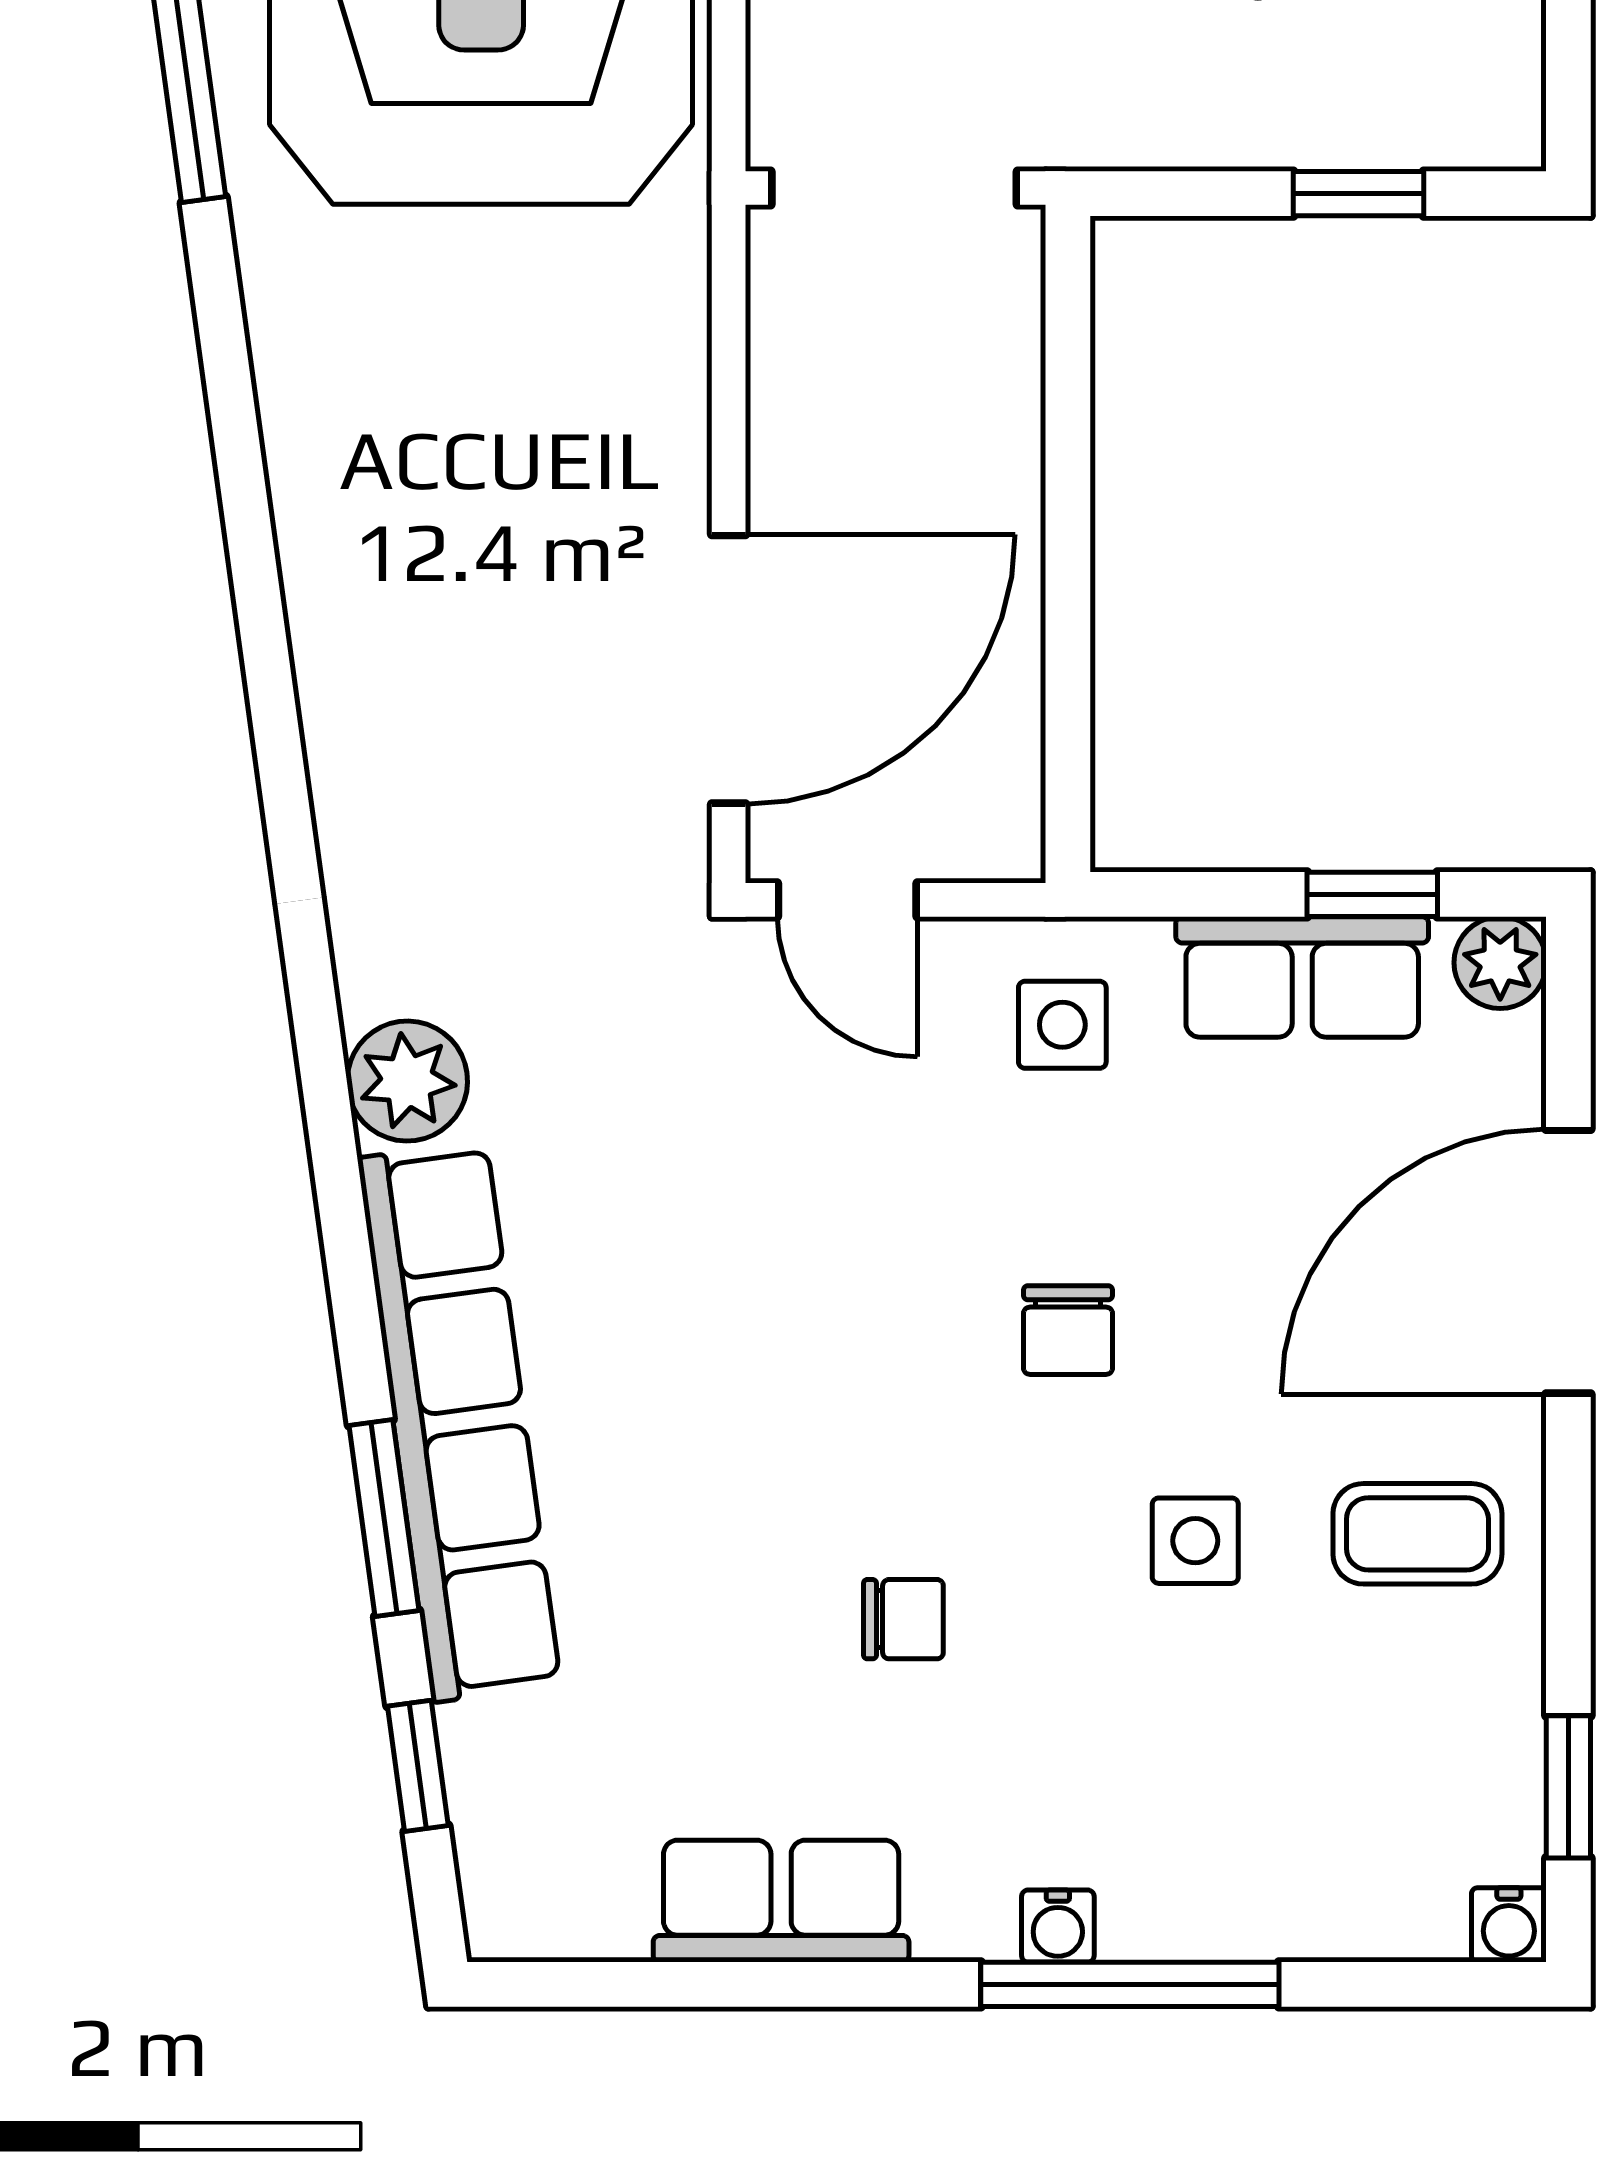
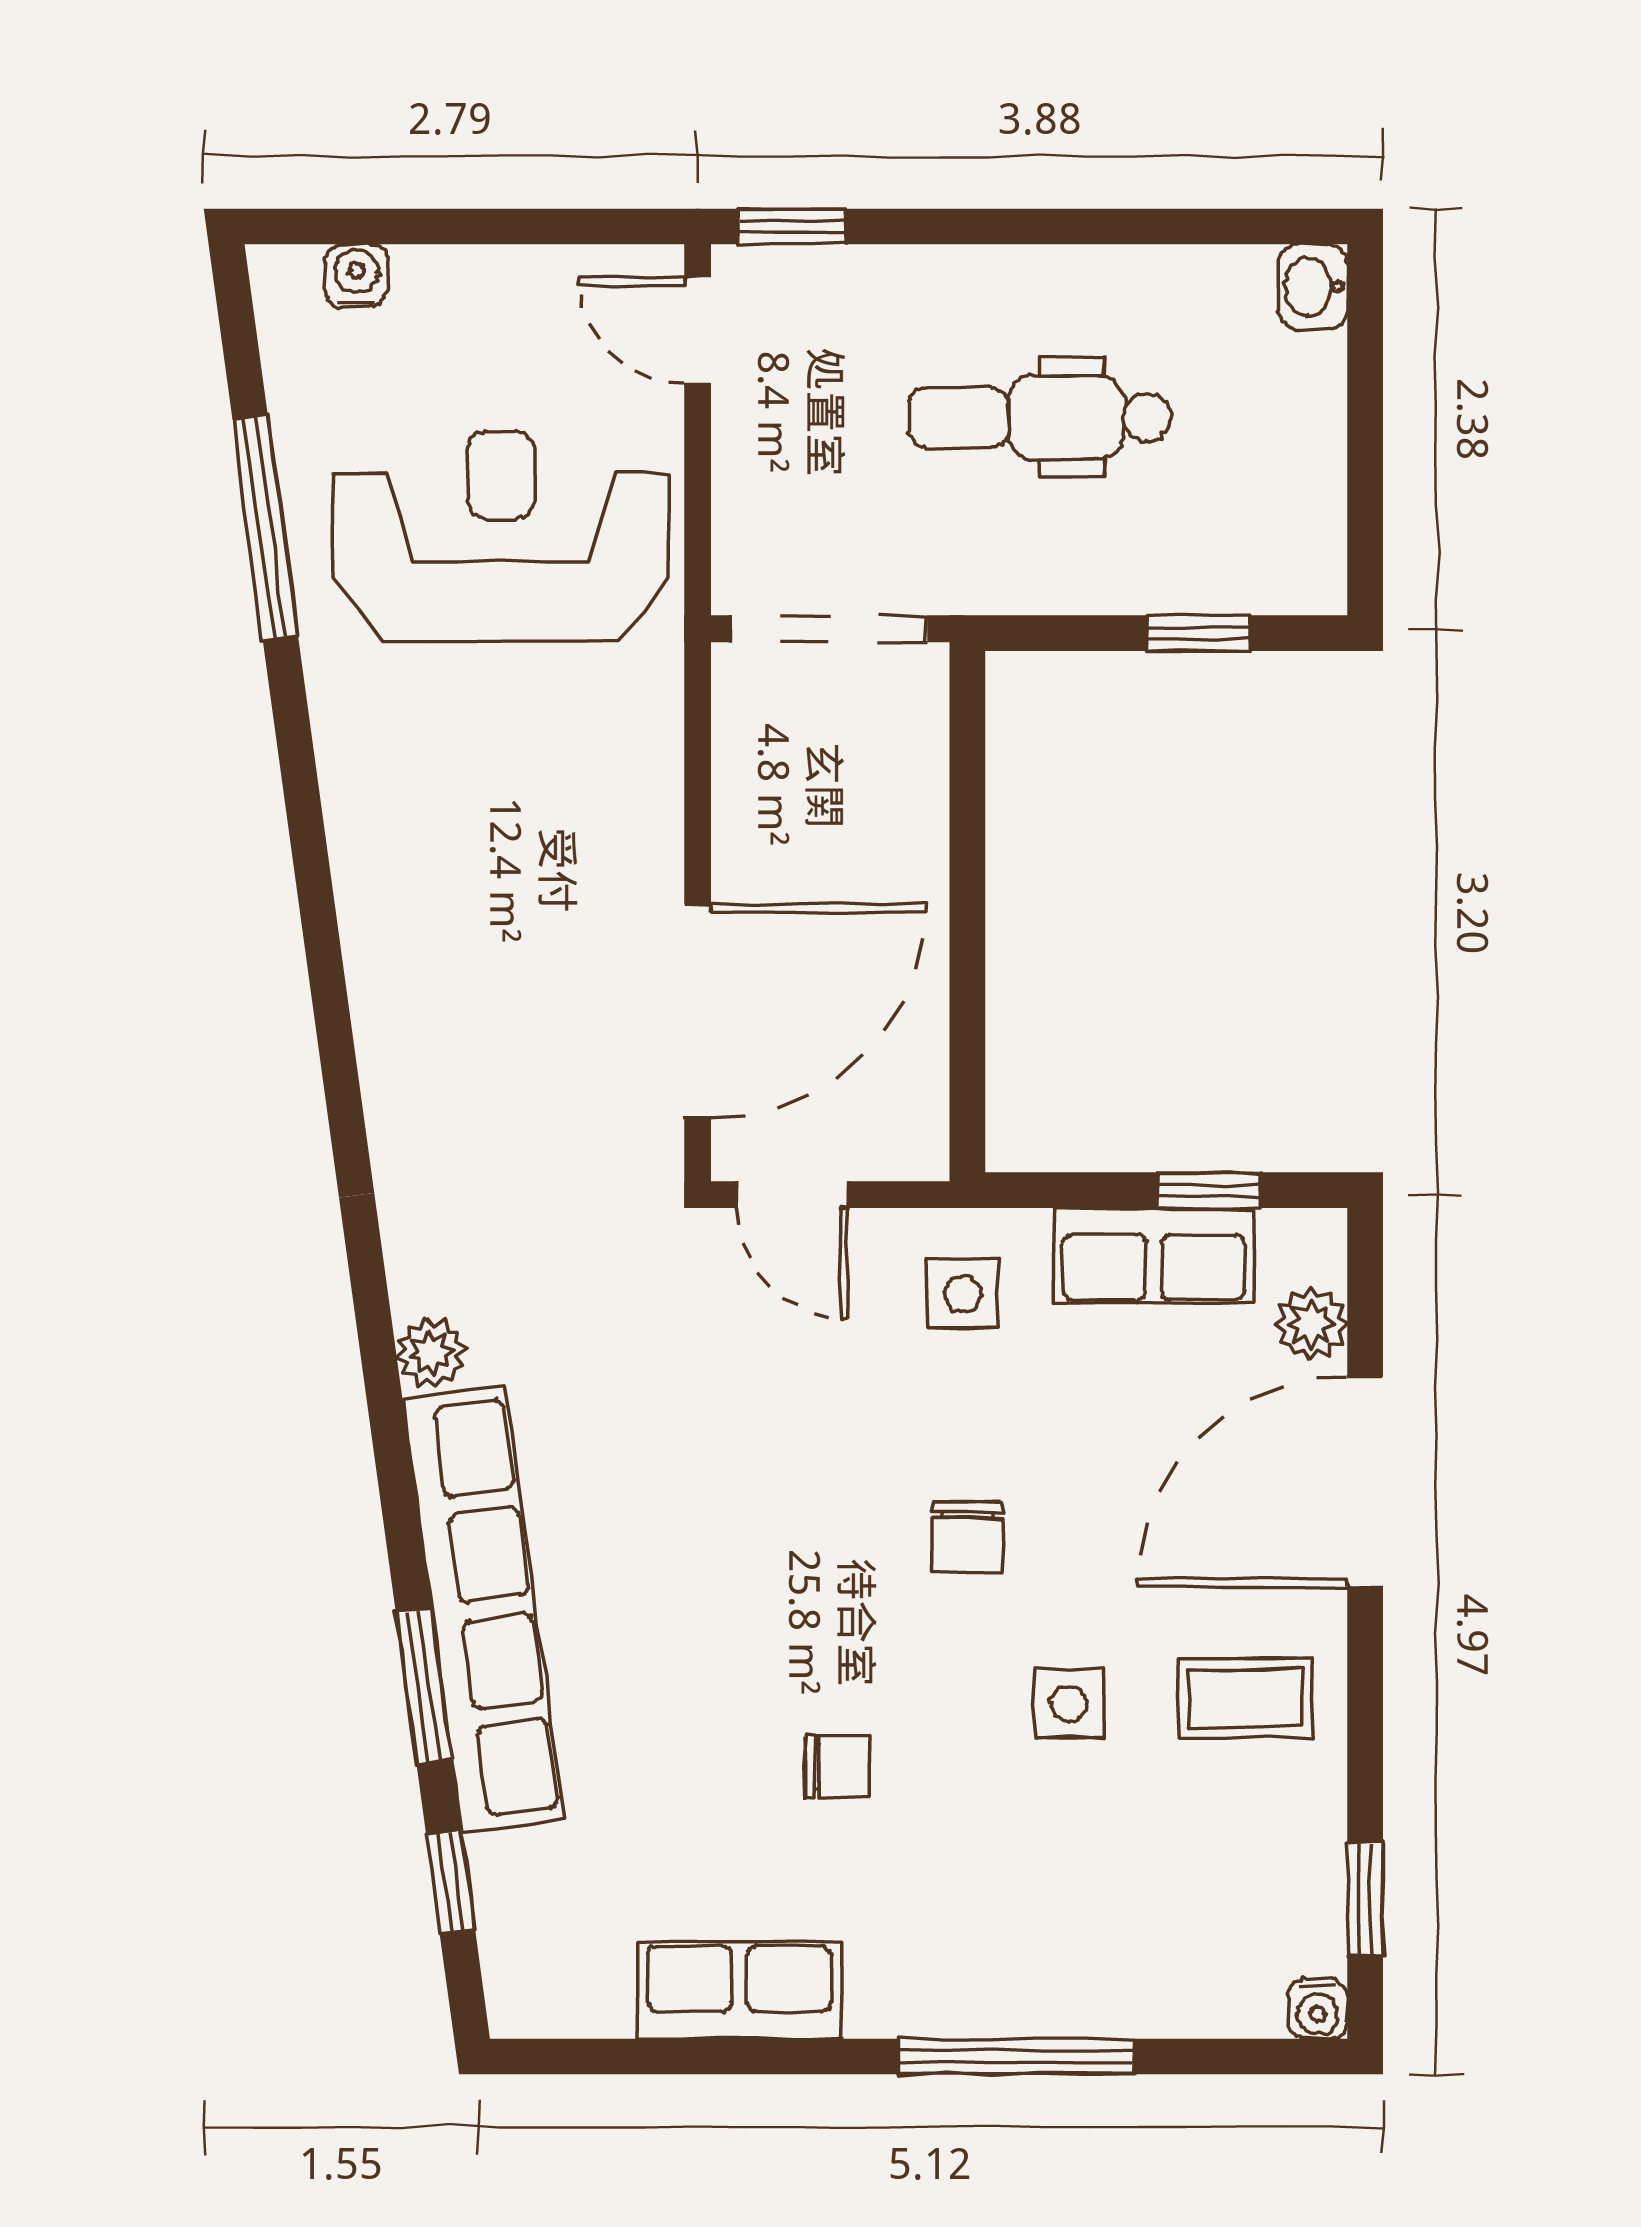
plant: (1500, 963) -> (1311, 1324), moved
plant: (407, 1081) -> (431, 1353), width x0.73, depth x0.73
water cooler: (1058, 1926) -> (959, 2010), removed

